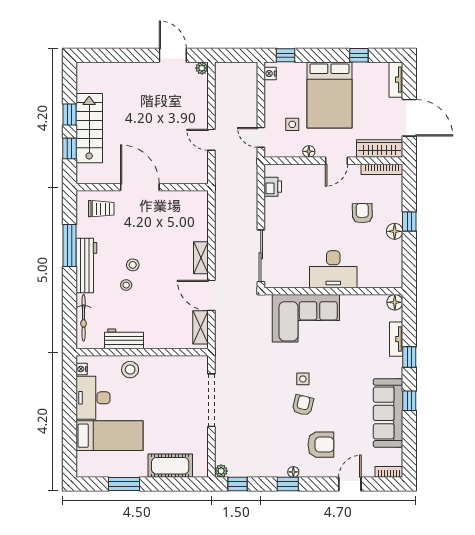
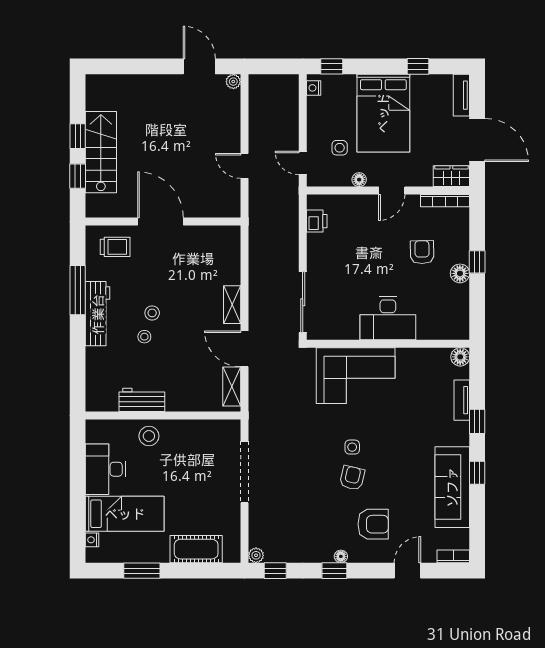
wardrobe: (380, 149) -> (451, 176), width x0.67
bicycle: (84, 318) -> (94, 375), removed
nightstand: (82, 369) -> (92, 540), moved

